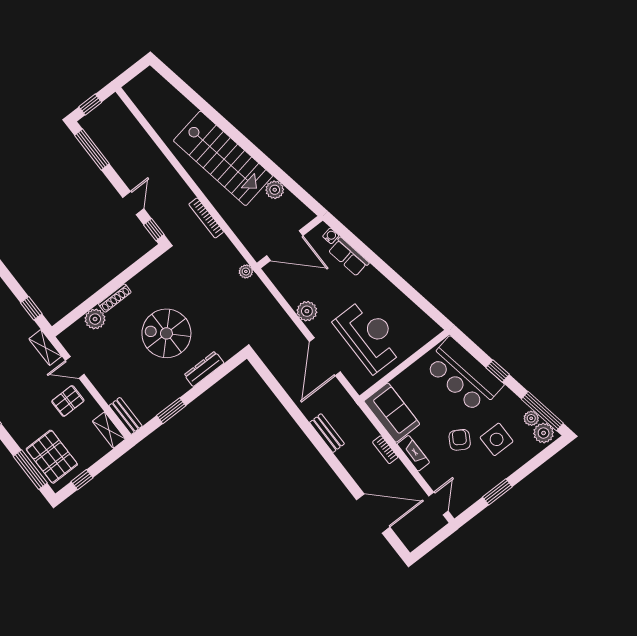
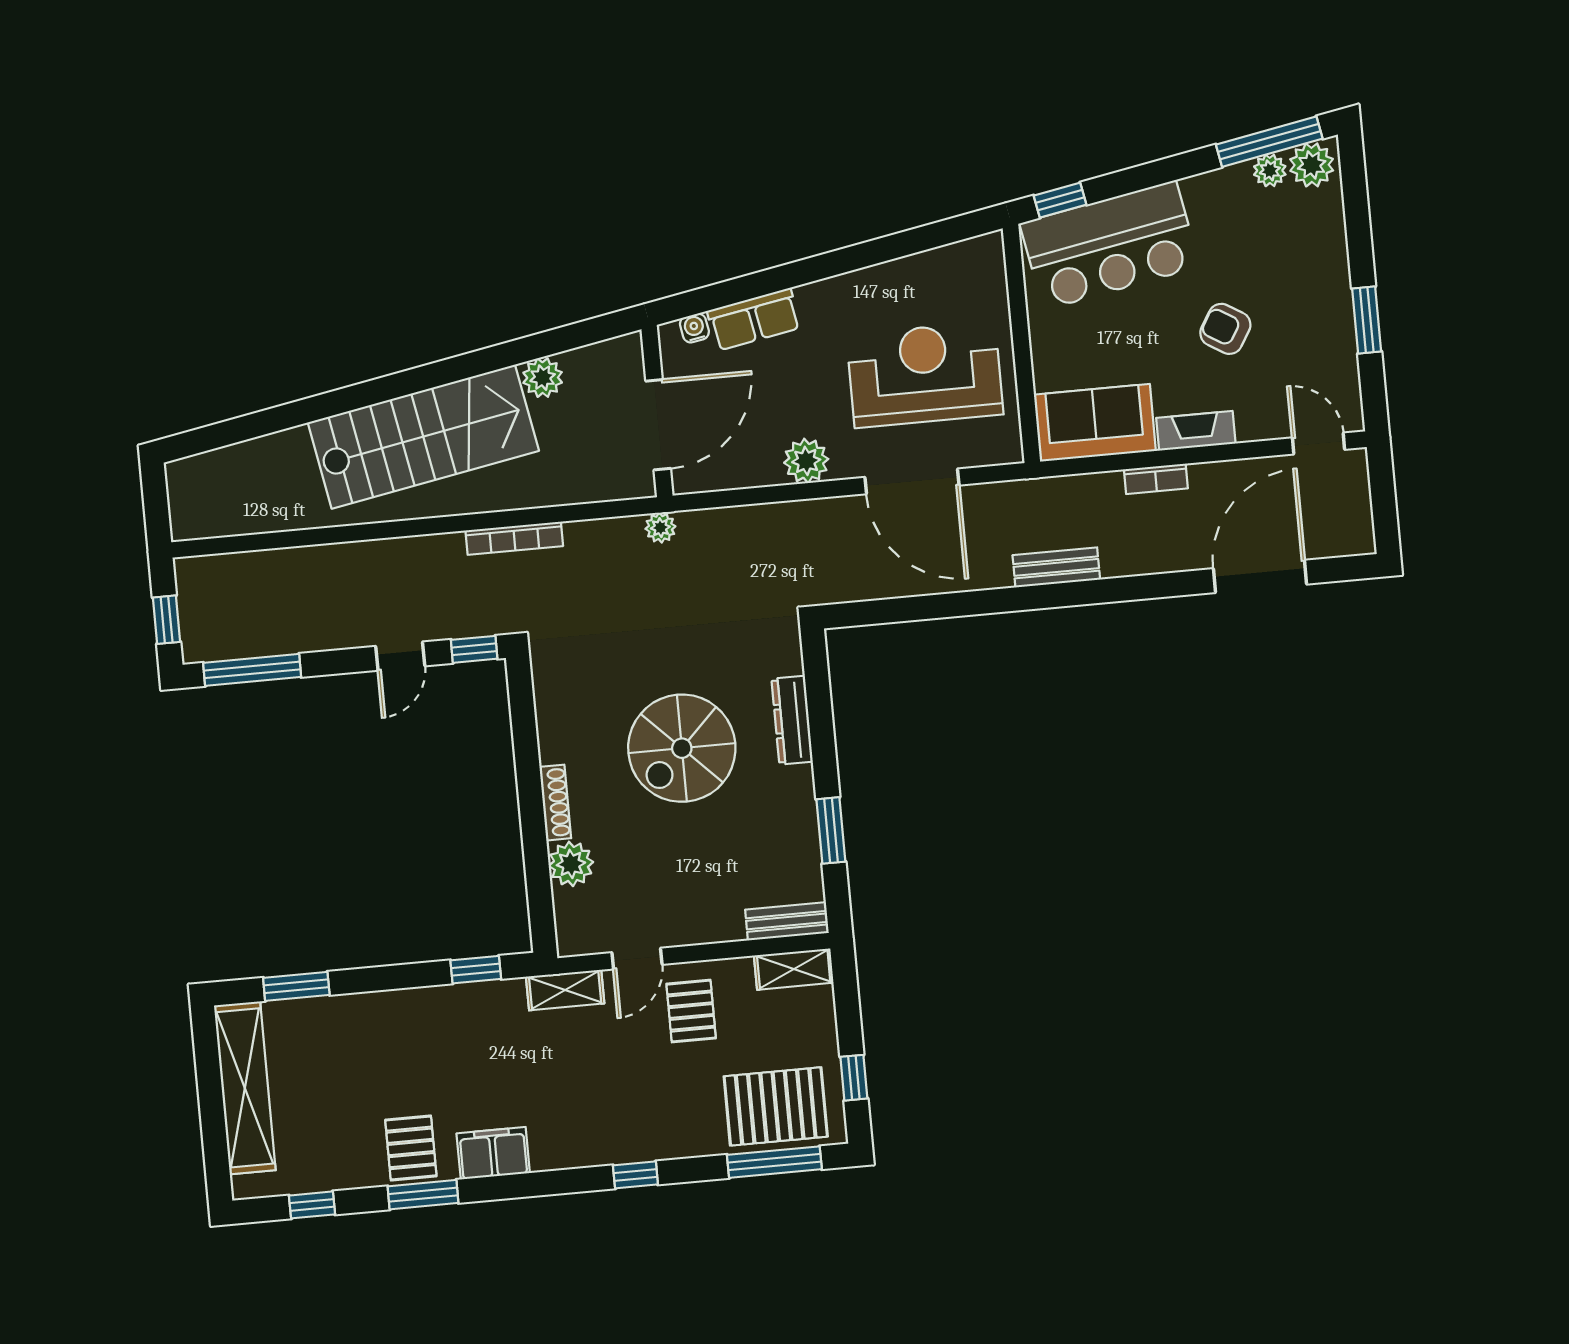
door: (133, 203) -> (400, 656), swing flipped
window: (498, 371) -> (1060, 200), moved
side table: (497, 439) -> (1268, 260), removed

